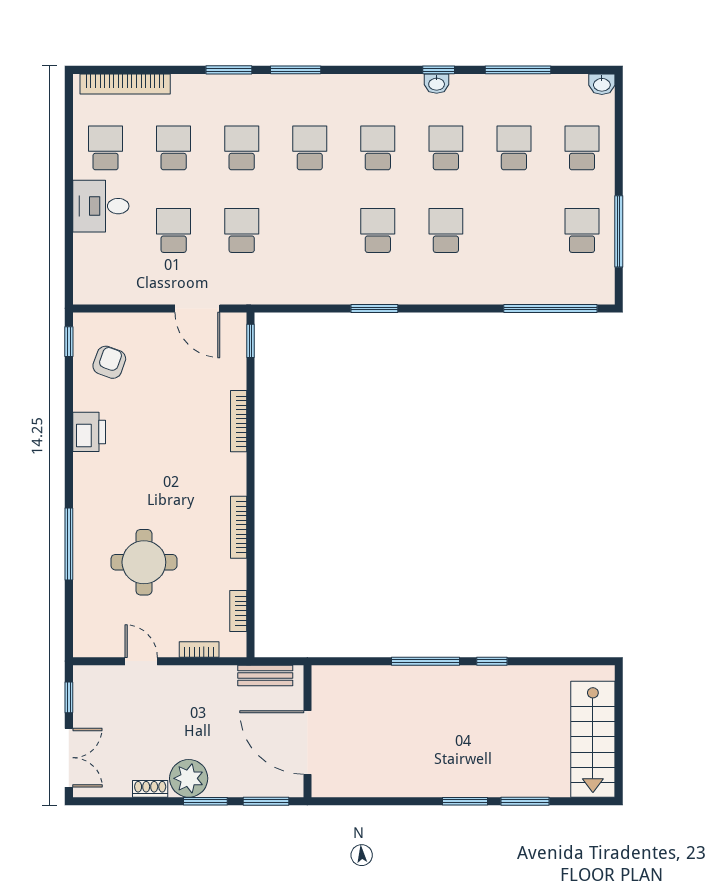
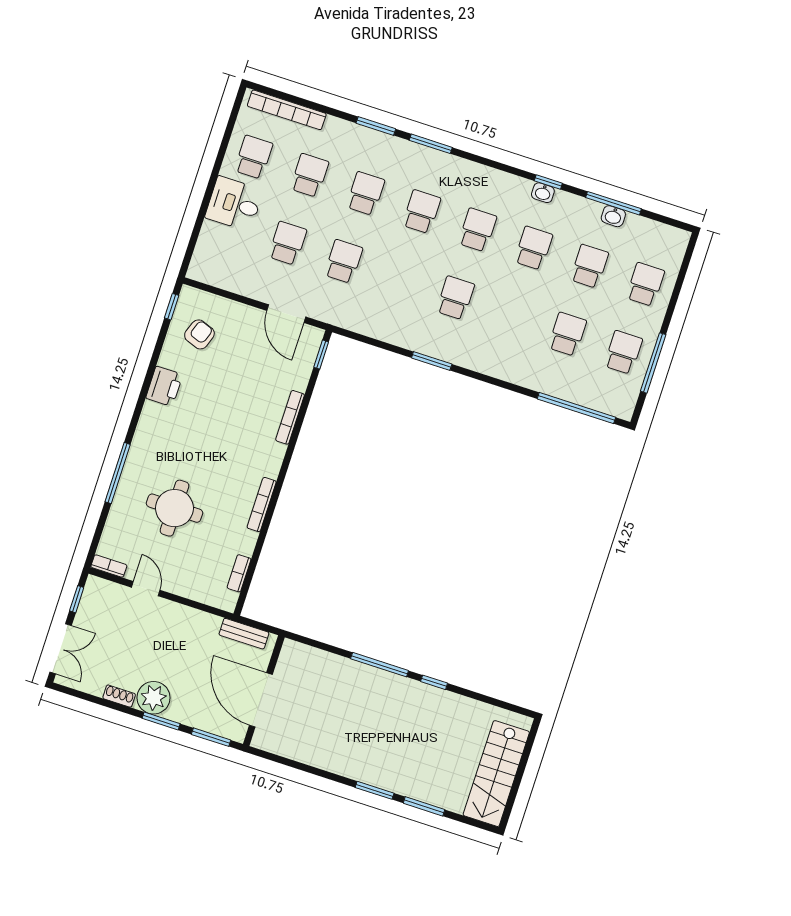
washbasin: (602, 84) -> (613, 216), moved
school desk: (446, 230) -> (567, 334), moved
bookcase: (199, 649) -> (109, 566), moved

